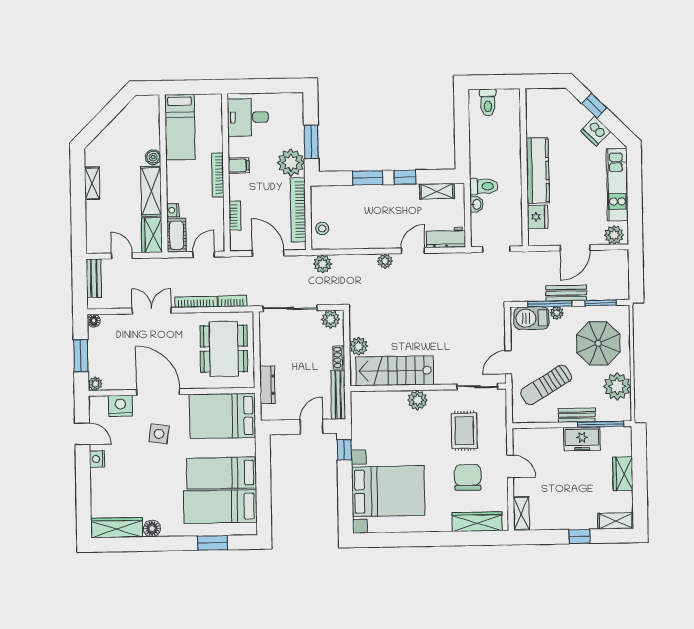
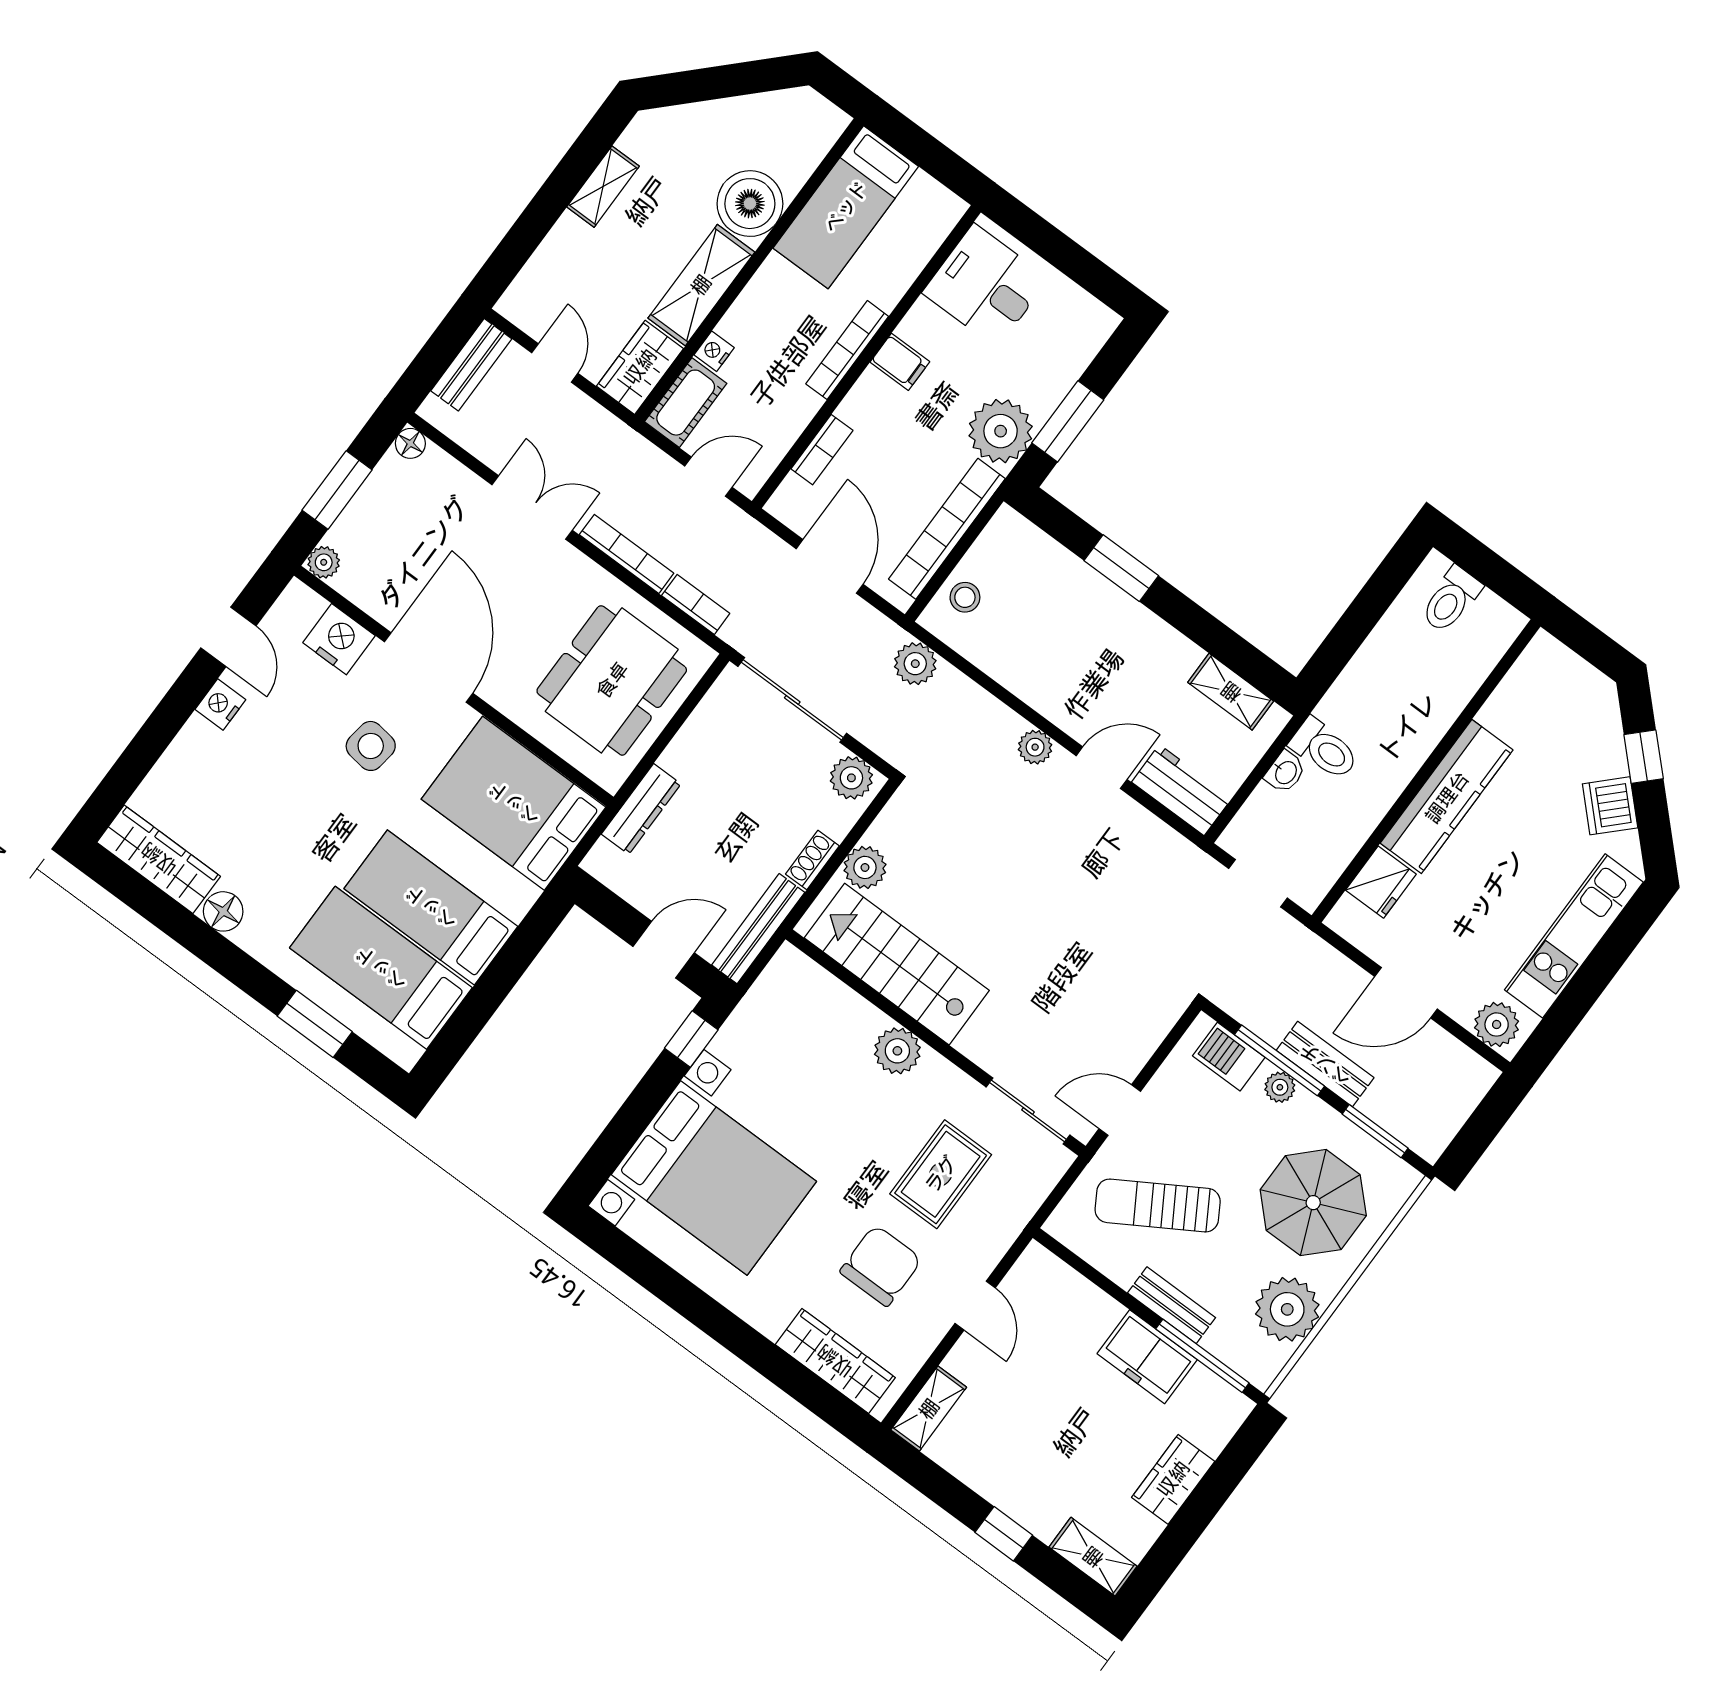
boiler: (153, 157) -> (750, 204), width x1.86, depth x1.86
window: (405, 177) -> (1191, 620), removed
barbecue: (531, 318) -> (1229, 1057), width x0.73, depth x0.79

